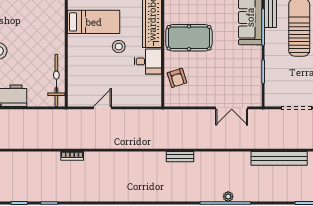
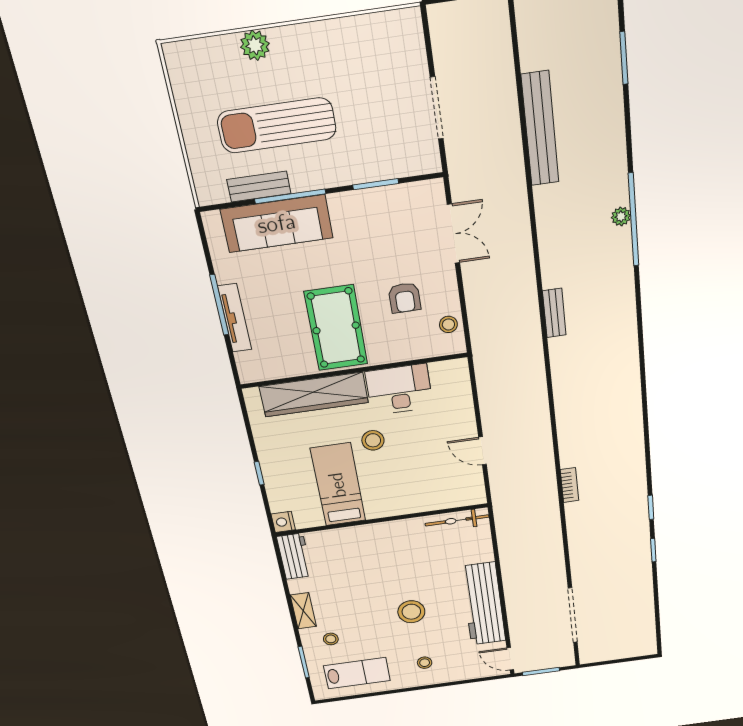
desk: (148, 61) -> (399, 389), width x1.37
armchair: (177, 78) -> (405, 298), moved, turned 108
bicycle: (56, 80) -> (457, 520), width x0.73, depth x0.71
stool: (182, 99) -> (448, 324), added

